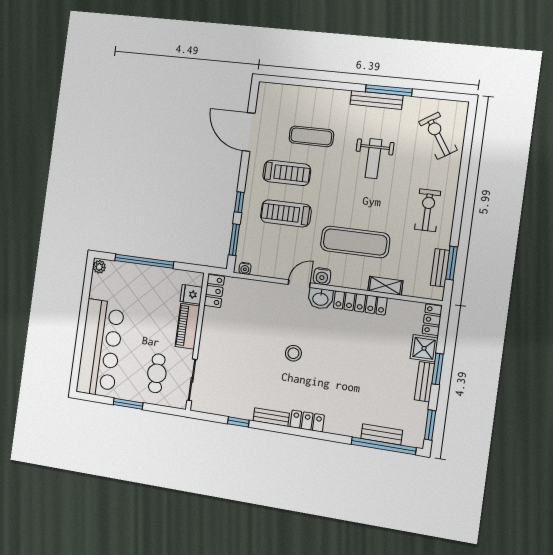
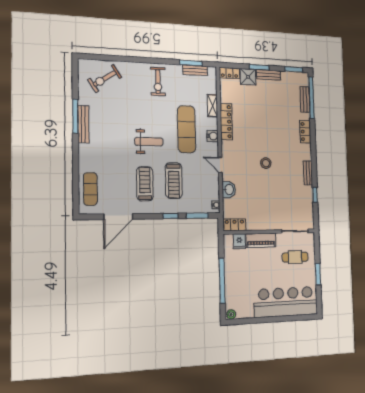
exercise mat: (311, 136) -> (90, 189), moved
weight bench: (374, 159) -> (149, 142), moved
exercise bike: (428, 210) -> (158, 82), turned -90
water cooler: (322, 276) -> (213, 136), moved
washbasin: (320, 299) -> (229, 190), moved
locker: (307, 421) -> (305, 132), moved

